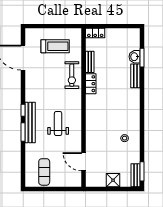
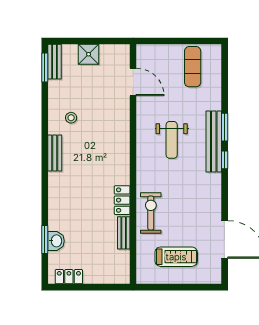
locker: (95, 33) -> (69, 277), moved
treadmill: (55, 46) -> (176, 257), turned 180
bench: (135, 76) -> (55, 153), moved

